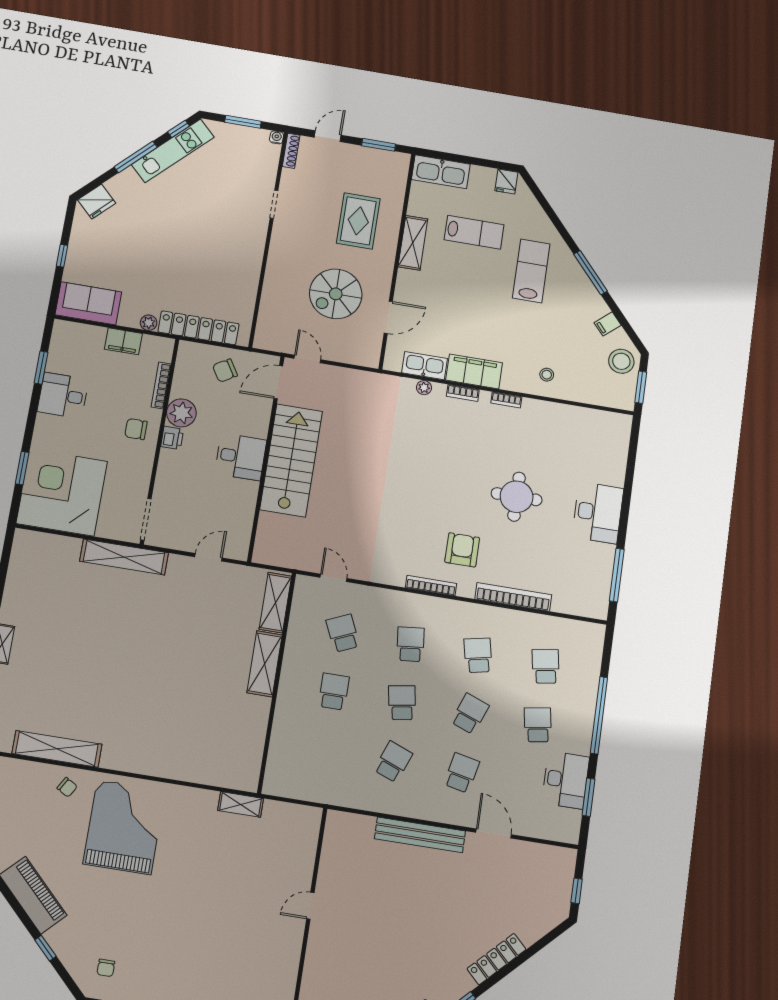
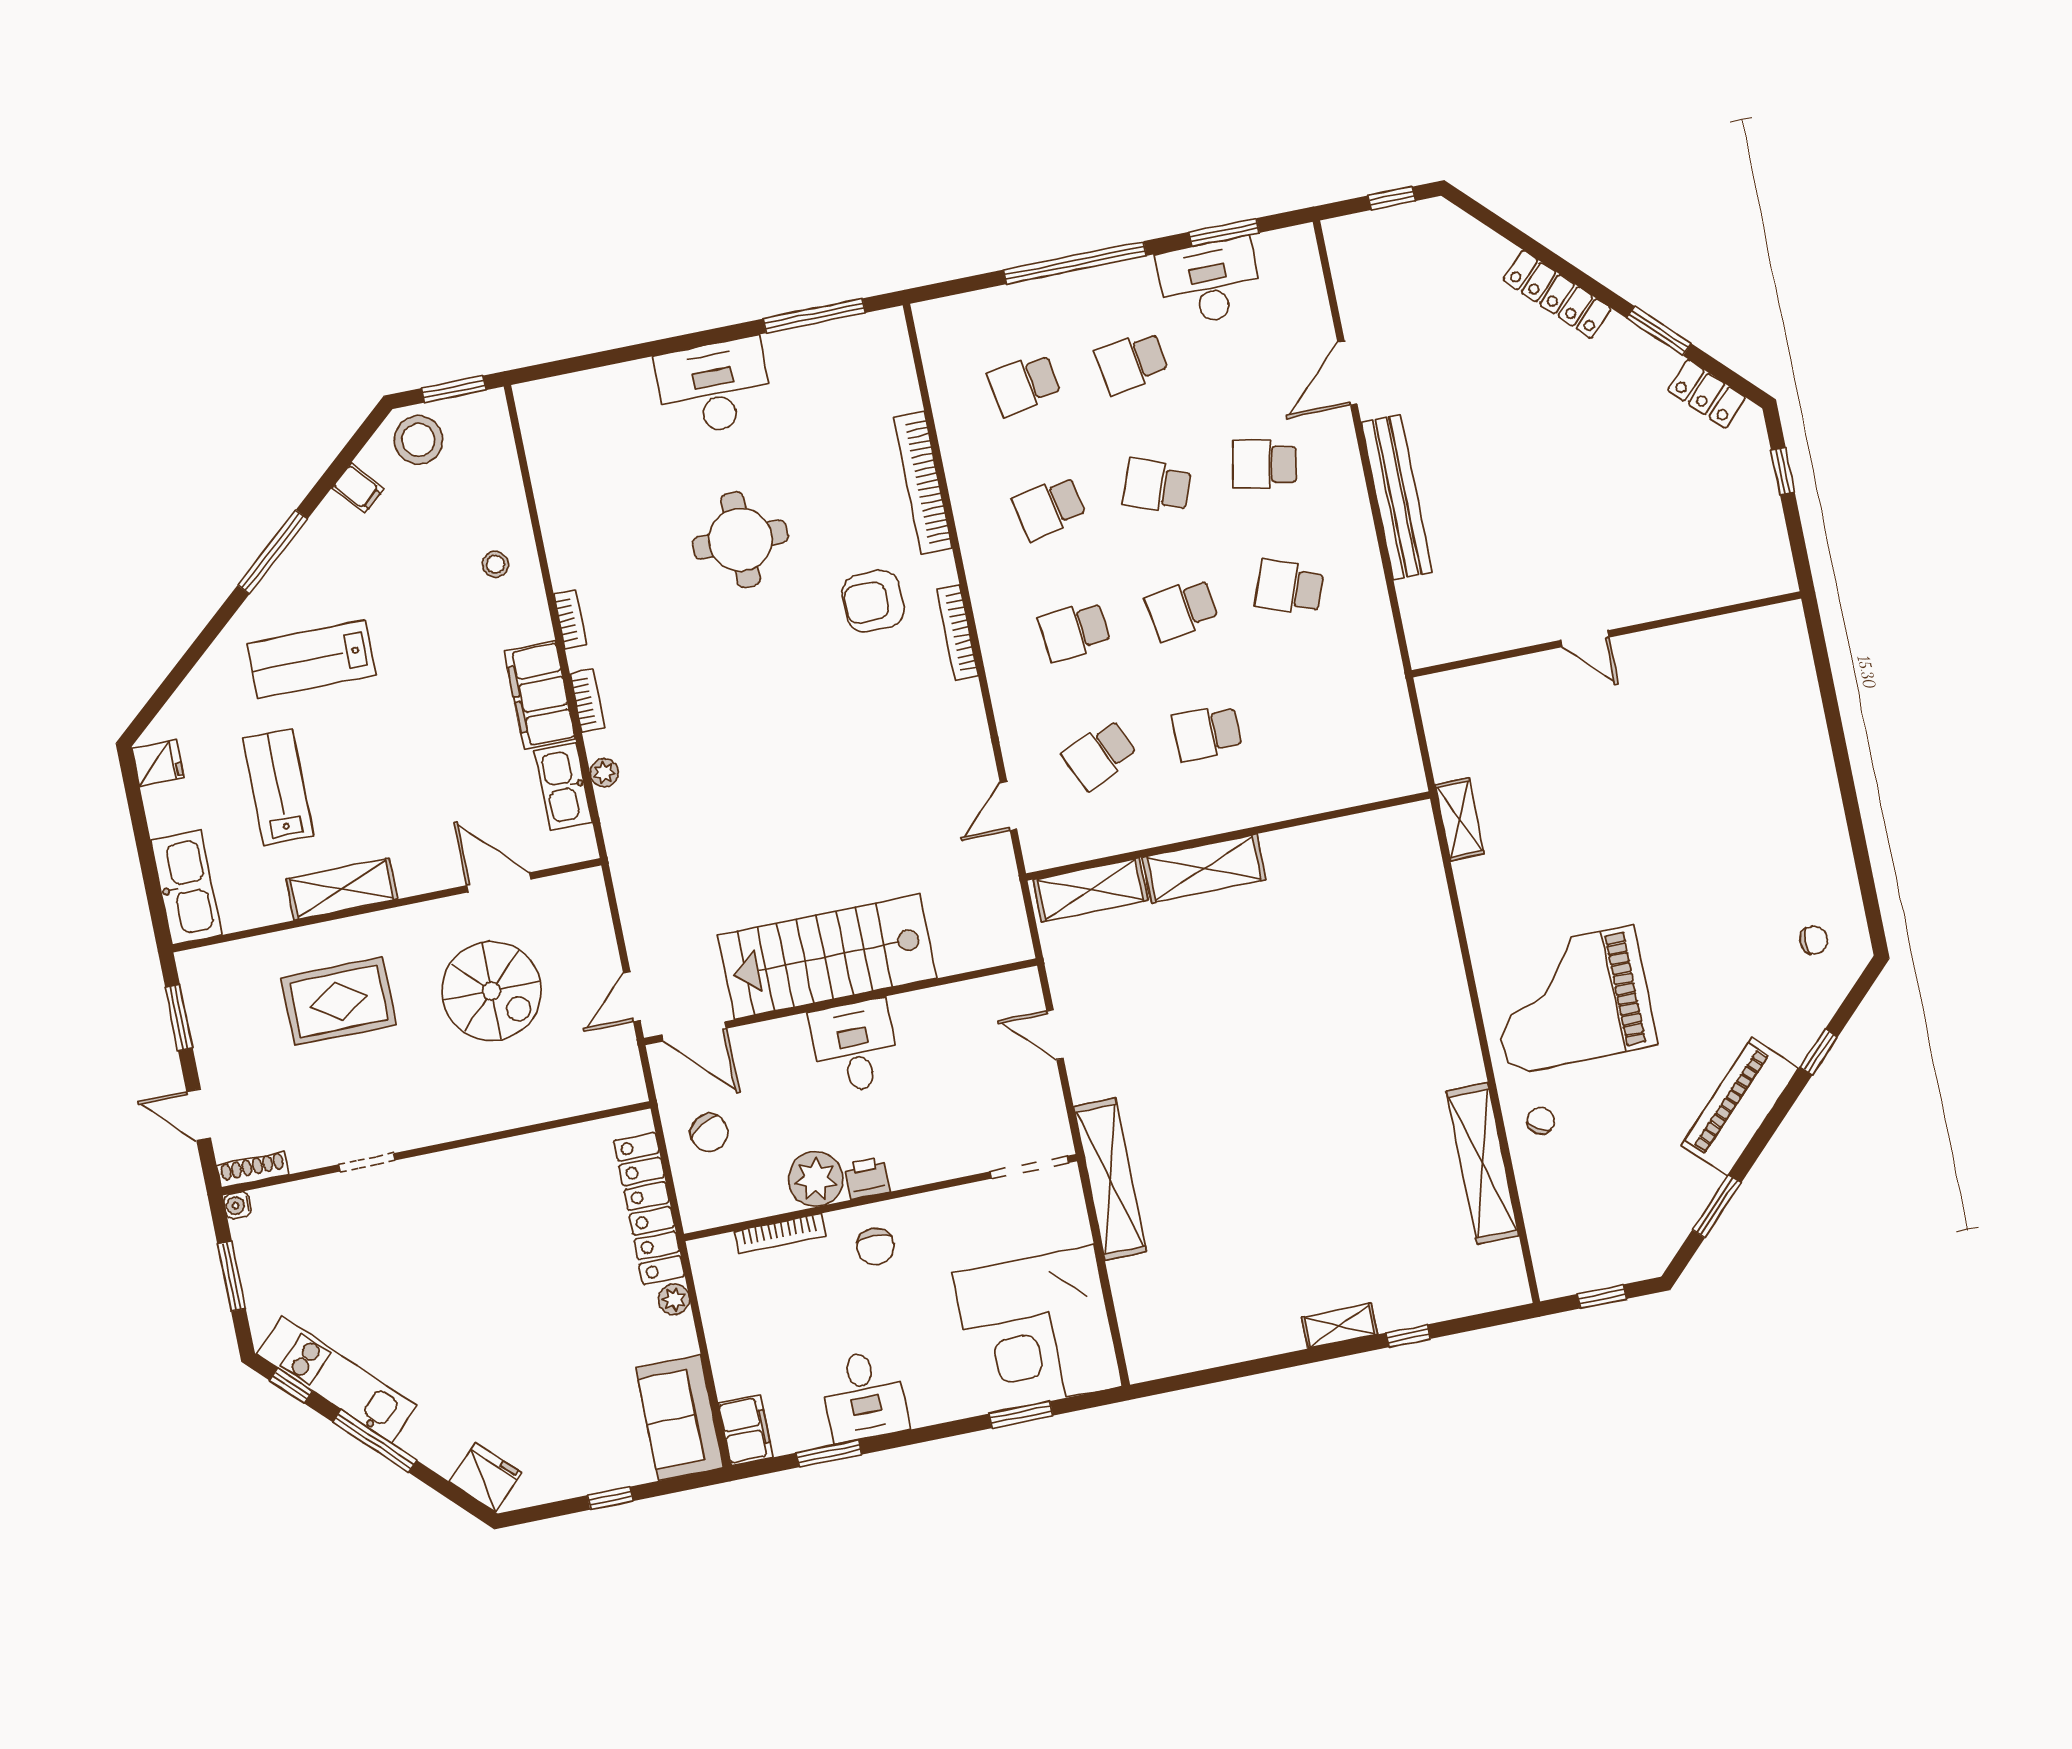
filing cabinet: (123, 341) -> (746, 1430), moved

